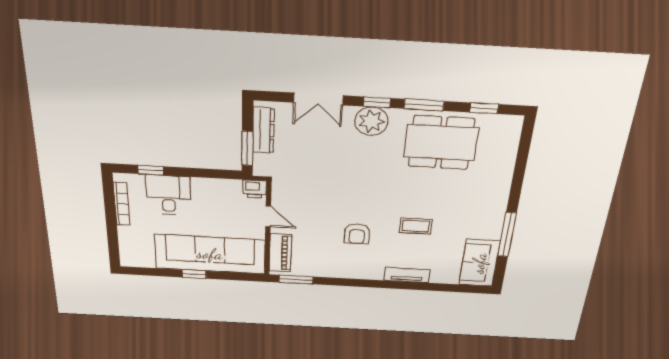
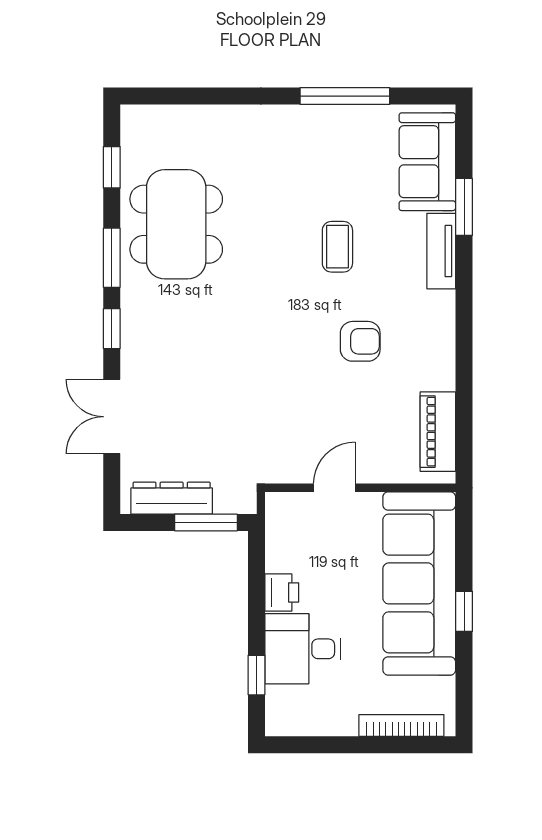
double door: (318, 99) -> (112, 417), swing flipped
plant: (371, 121) -> (145, 334), removed
printer: (255, 189) -> (282, 592), moved
bookcase: (122, 204) -> (401, 725), moved
piano: (280, 253) -> (438, 432), moved, turned -90
sofa: (479, 263) -> (427, 162), moved, turned 90
window: (296, 280) -> (464, 207), moved

